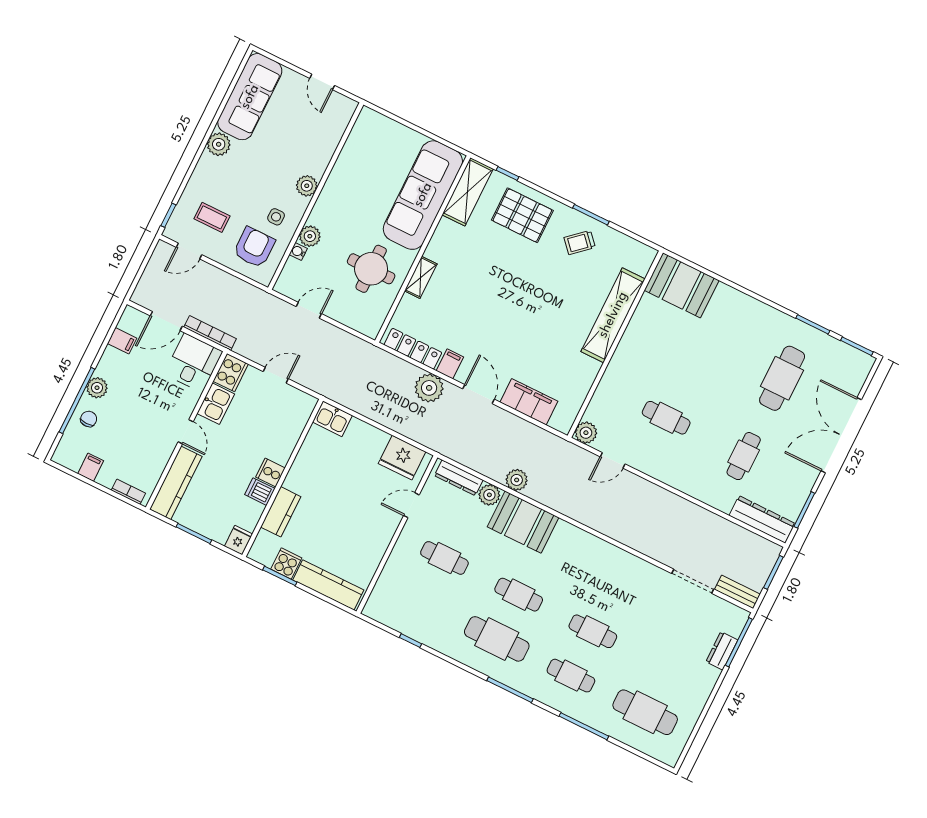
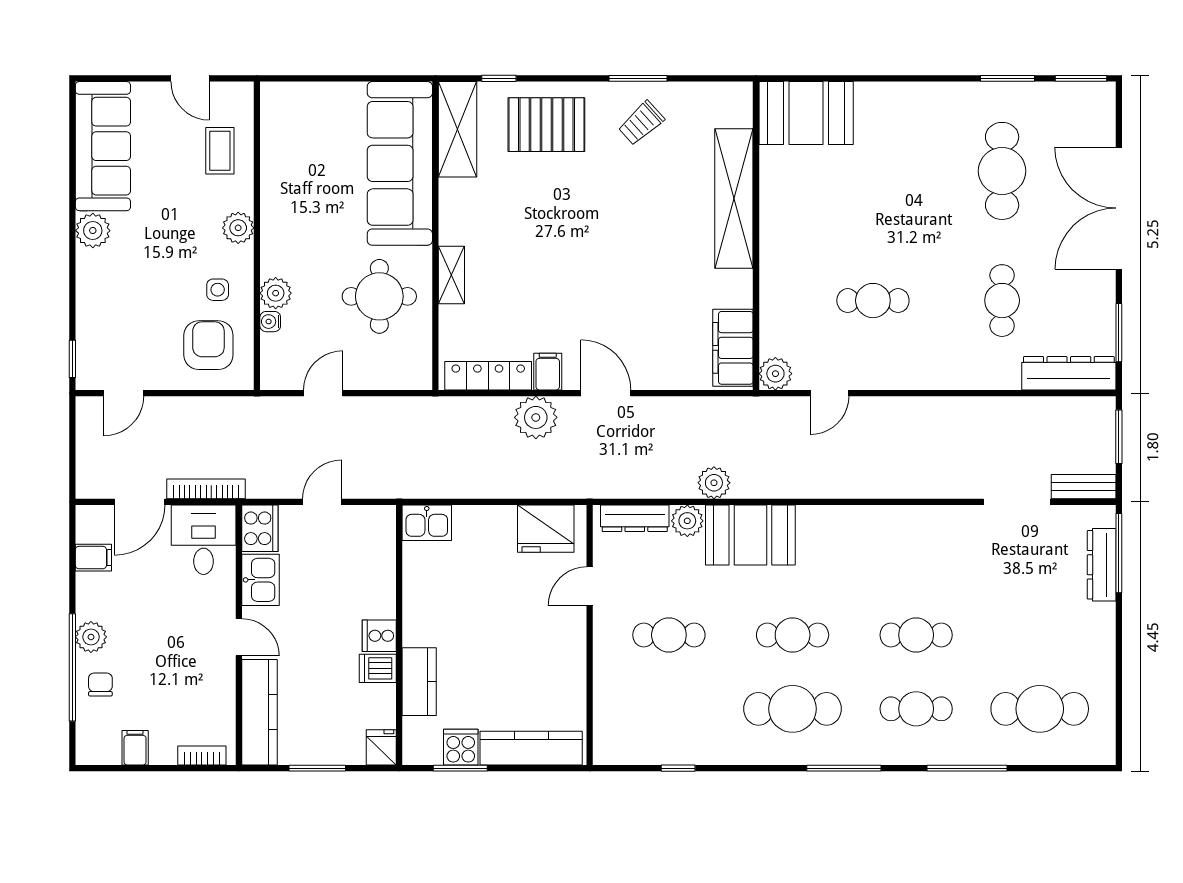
coffee table: (212, 217) -> (220, 151), moved, turned 90
filing cabinet: (529, 402) -> (733, 348), moved, turned -90
dresser: (722, 651) -> (1102, 565), width x1.44

